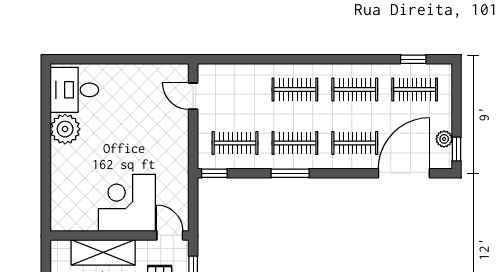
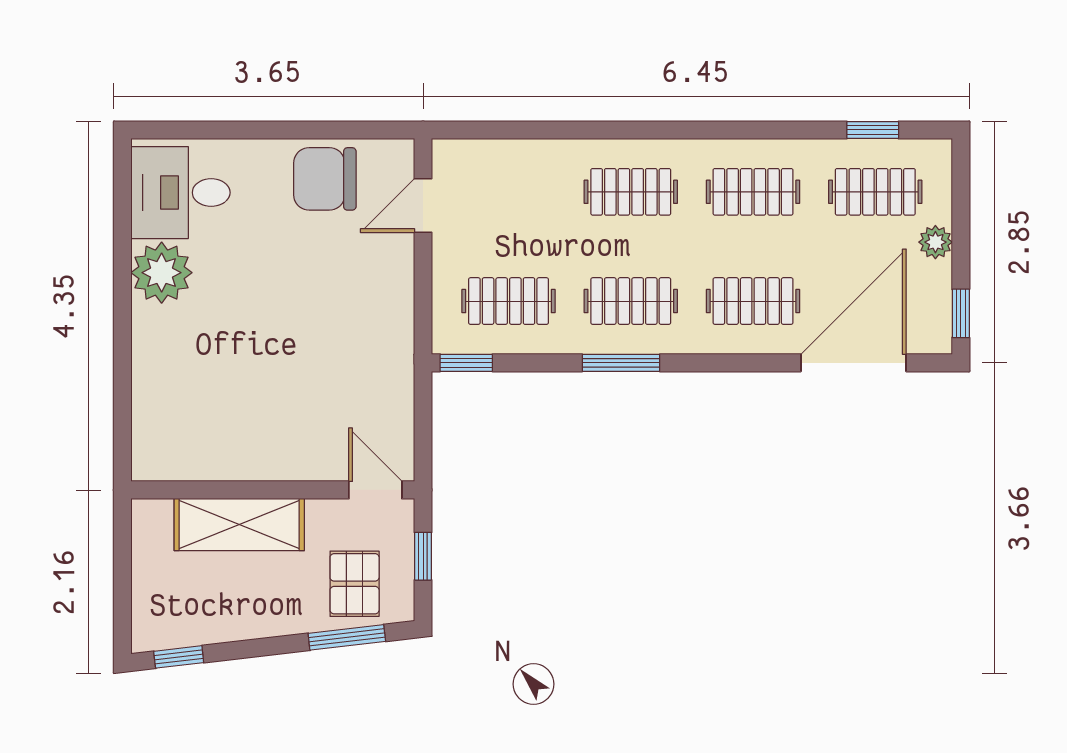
chair: (145, 83) -> (325, 179), added
door: (193, 96) -> (423, 205), hinge flipped
plant: (444, 139) -> (935, 242), moved
corner desk: (127, 203) -> (288, 423), removed

